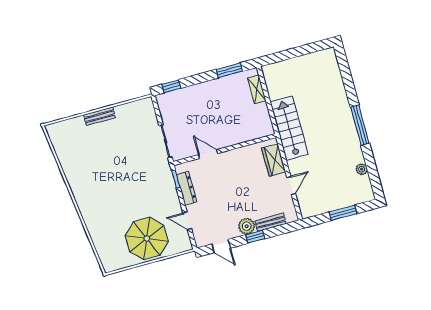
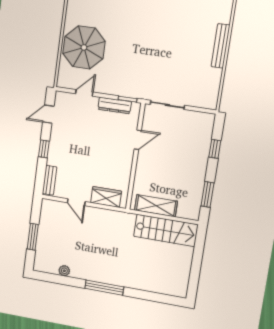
window: (171, 86) -> (215, 149), moved
shelving: (257, 89) -> (156, 206), moved, width x1.50, depth x1.33
bench: (99, 116) -> (220, 46), width x1.36
stairs: (289, 128) -> (166, 230), moved
bench: (271, 222) -> (50, 180), moved
plant: (247, 226) -> (57, 145), removed

